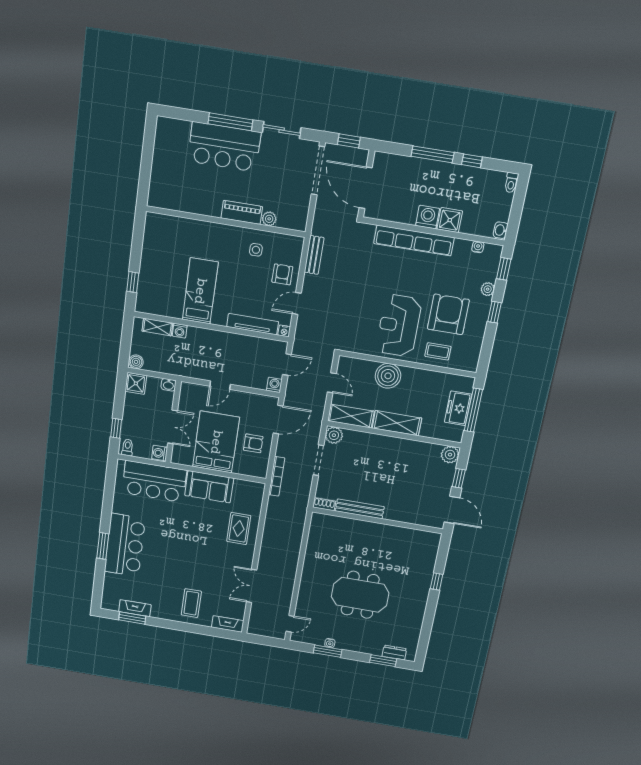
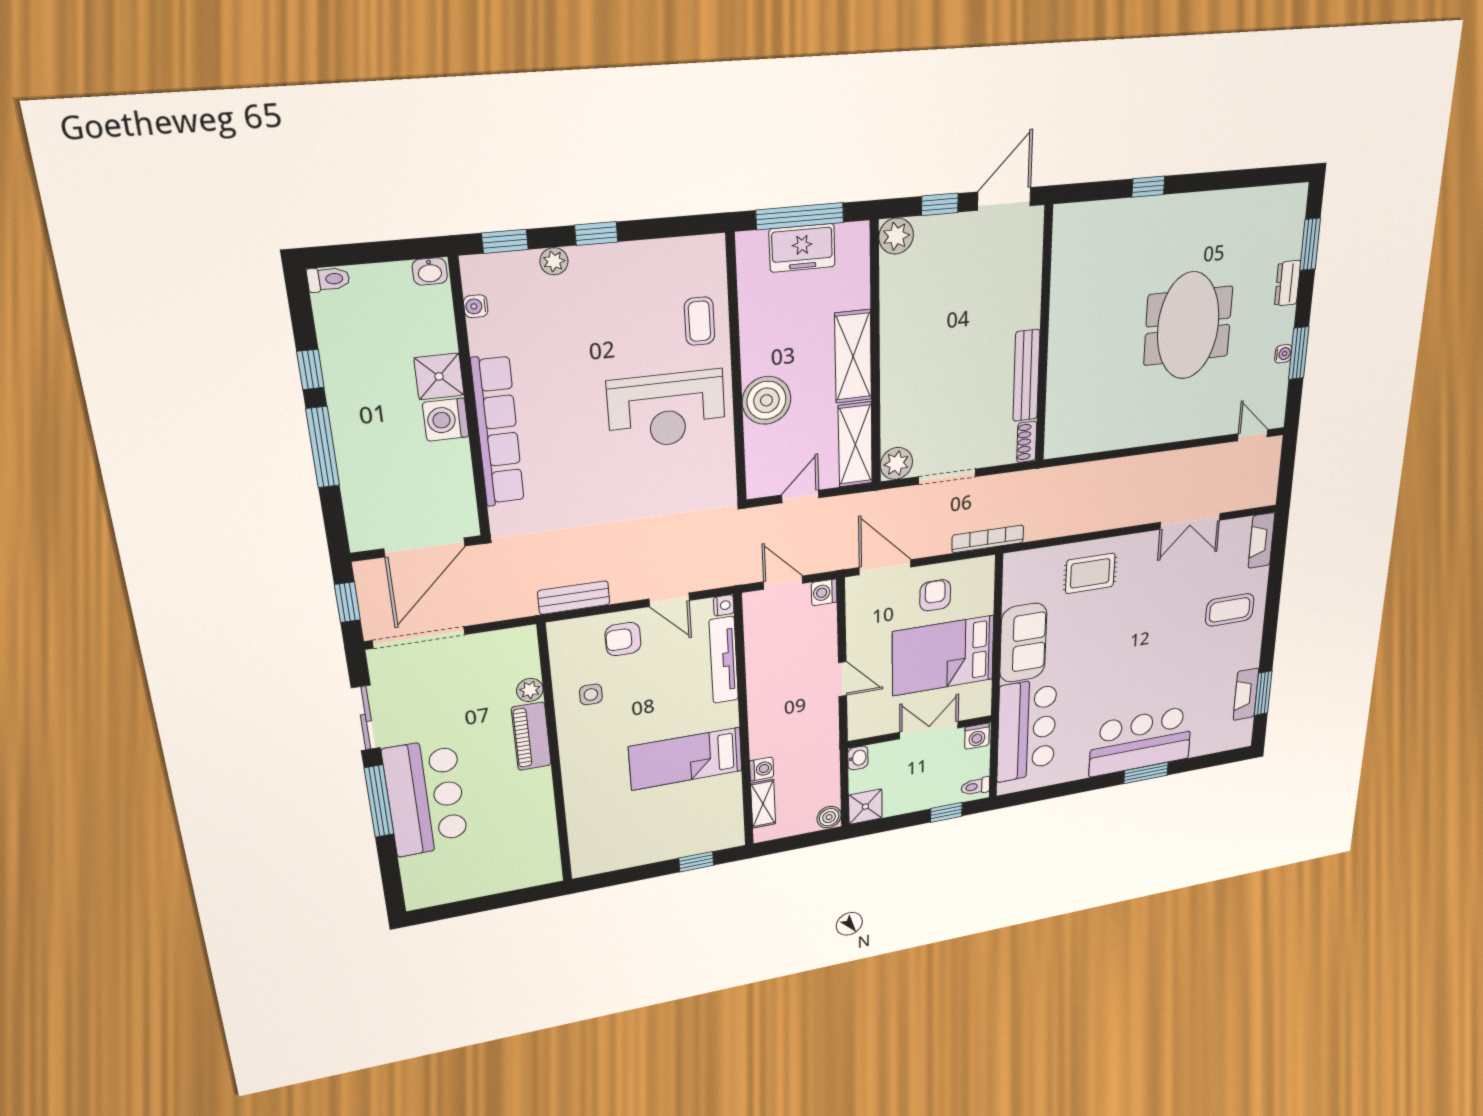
armchair: (448, 314) -> (623, 323), removed
dresser: (394, 653) -> (1288, 283), moved

